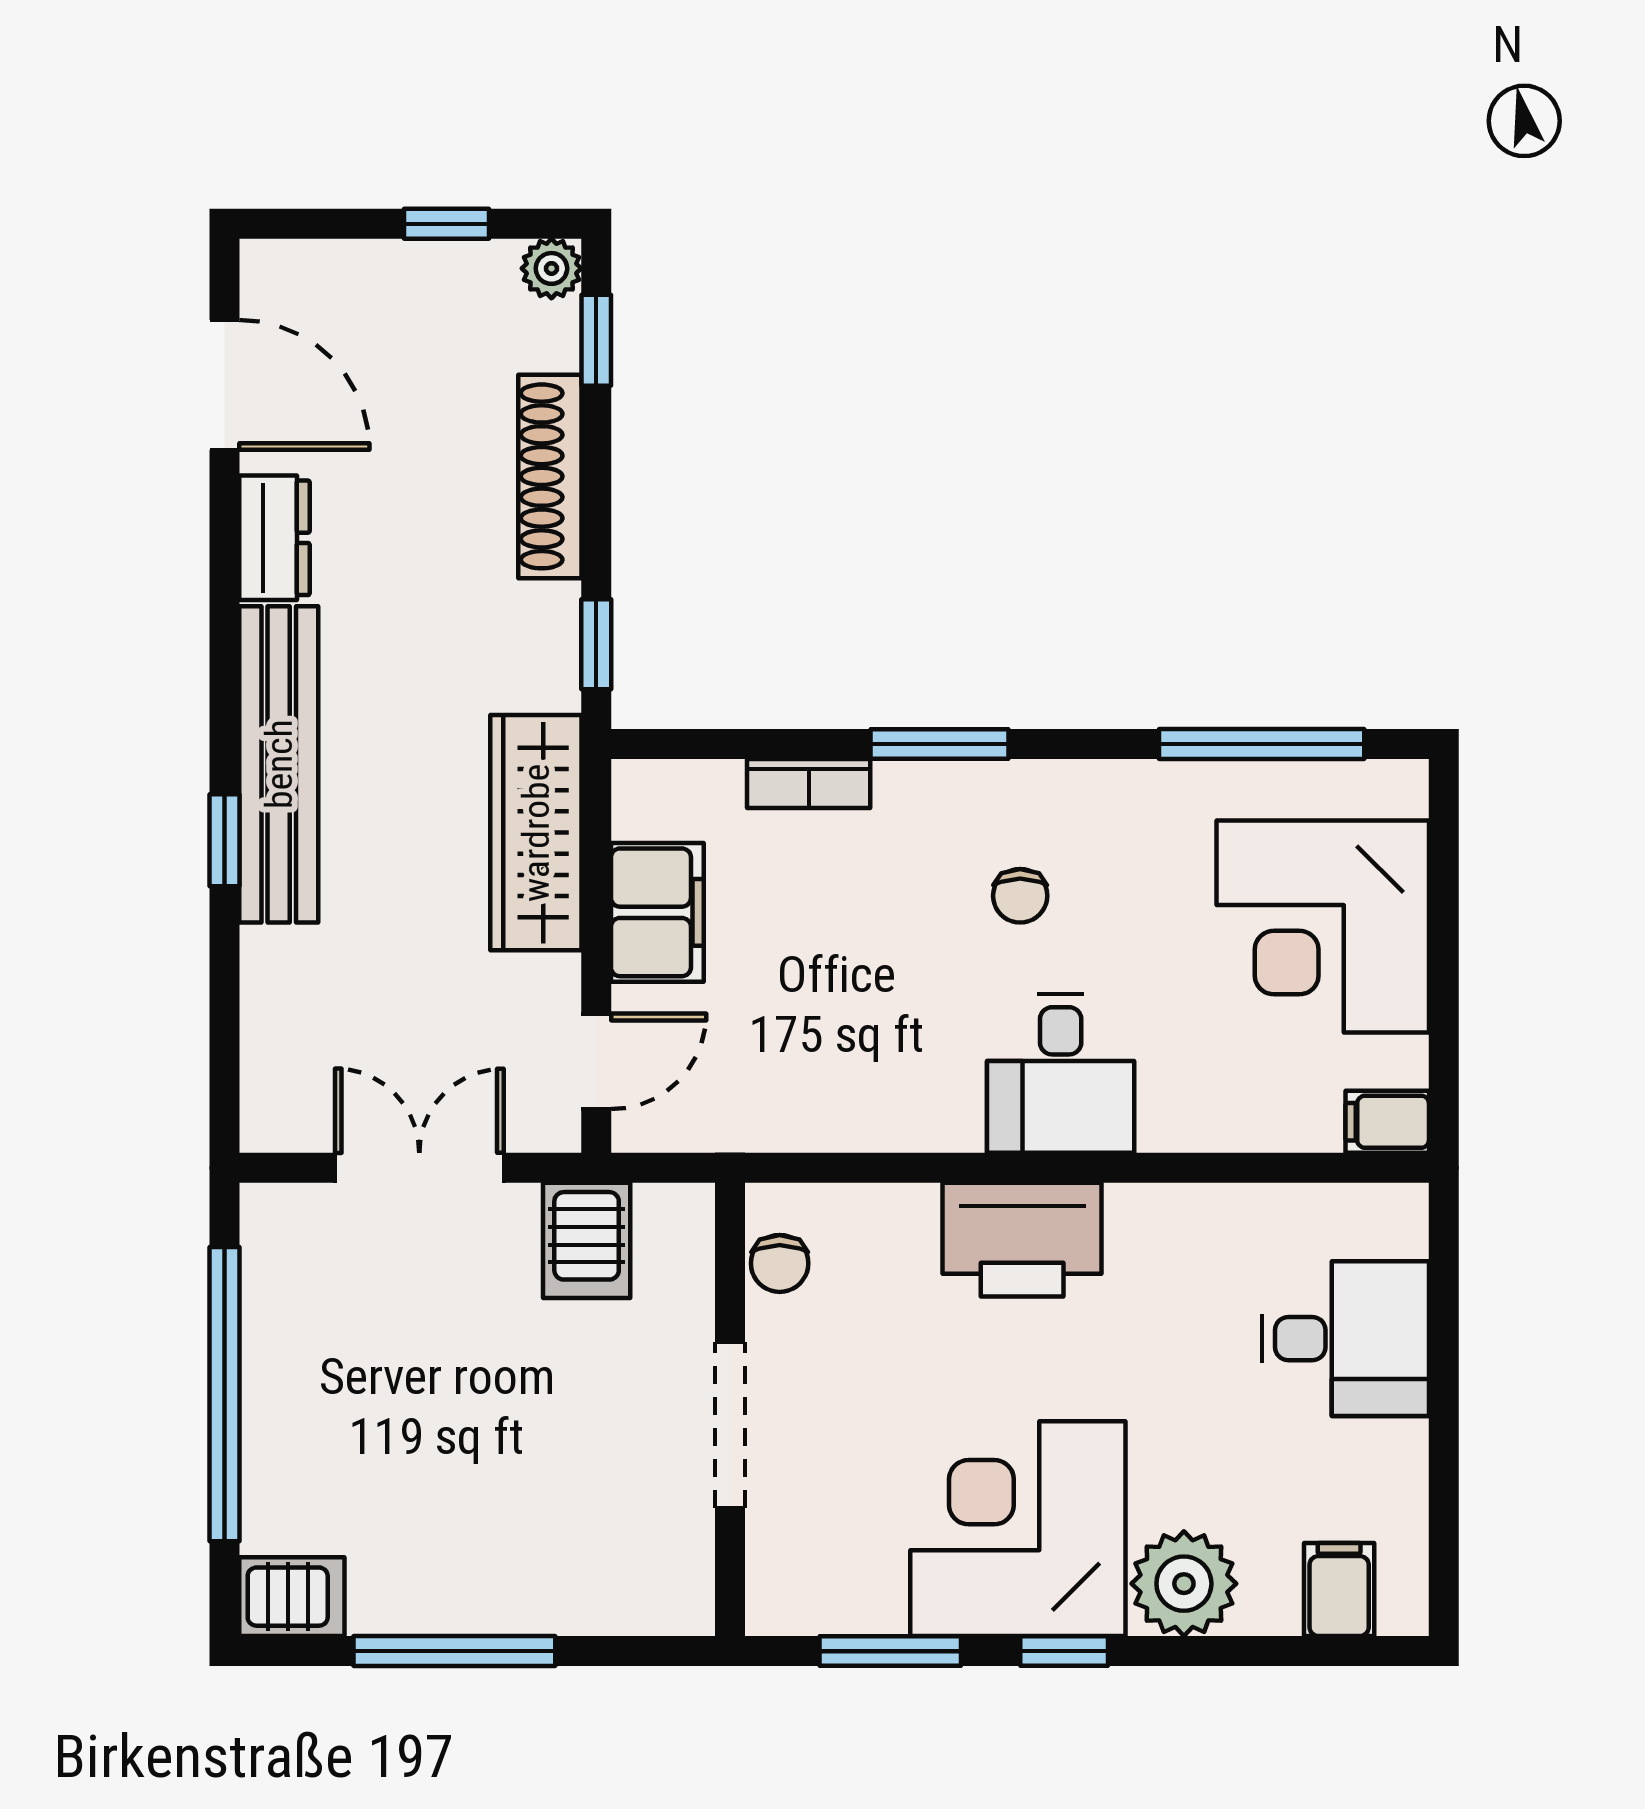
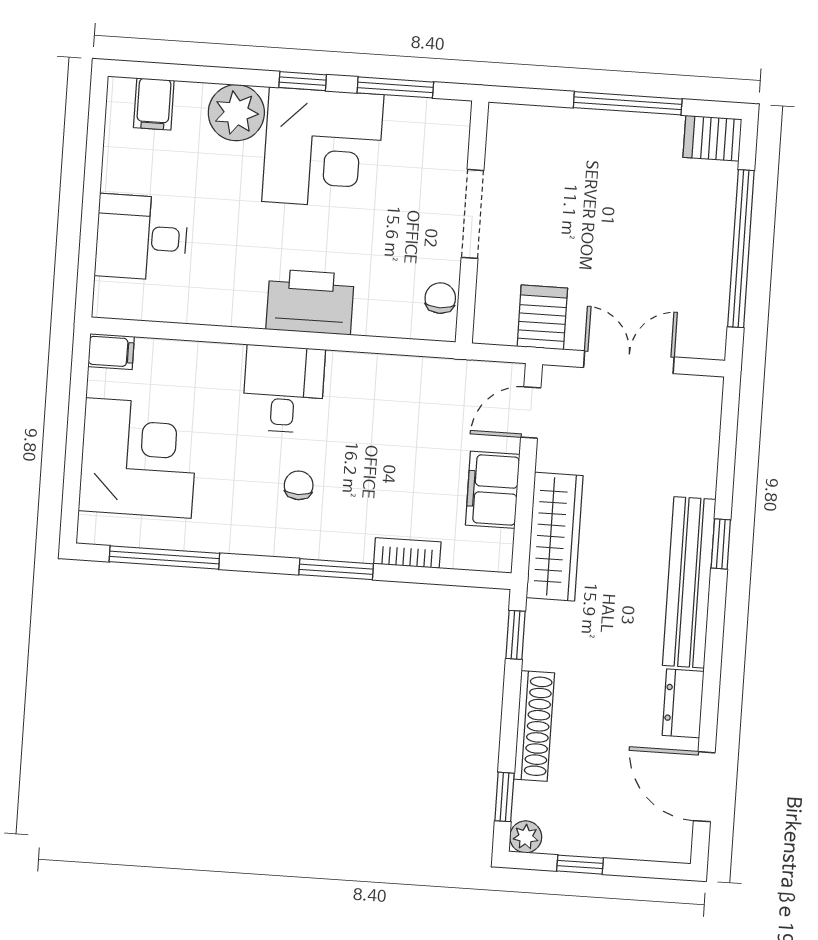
double door: (419, 1168) -> (629, 362), swing flipped

